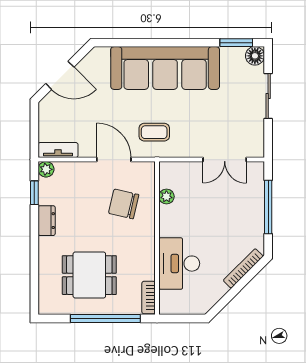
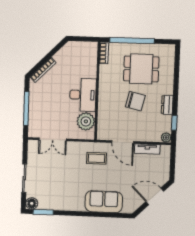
sofa: (165, 68) -> (104, 202), width x0.54, depth x0.79
tv unit: (58, 150) -> (147, 149), moved
double door: (225, 160) -> (53, 139), swing flipped
plant: (166, 196) -> (86, 121), width x1.87, depth x1.87
chair: (124, 204) -> (135, 101), moved
desk: (179, 264) -> (83, 95), moved

